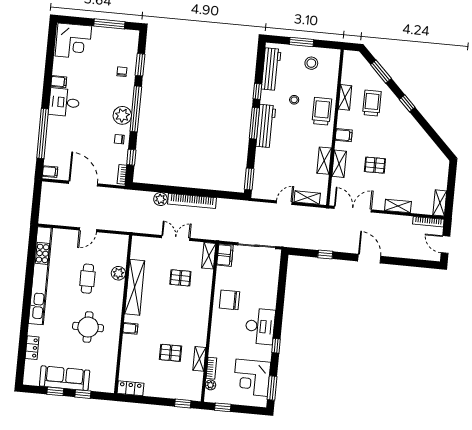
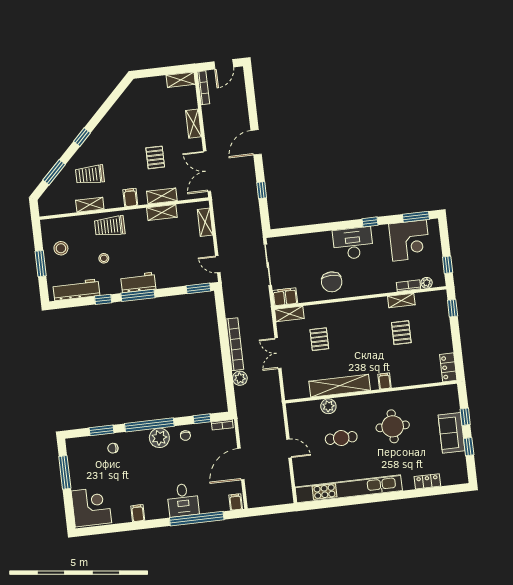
desk: (64, 102) -> (183, 500), moved
workbench: (266, 126) -> (138, 282), width x0.73
door: (284, 203) -> (218, 264), moved
sofa: (65, 378) -> (452, 433), width x0.73

